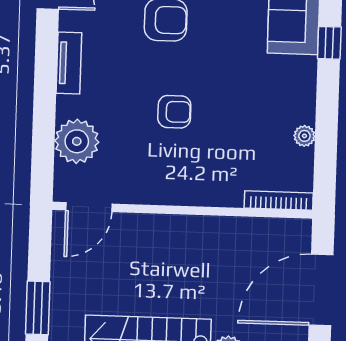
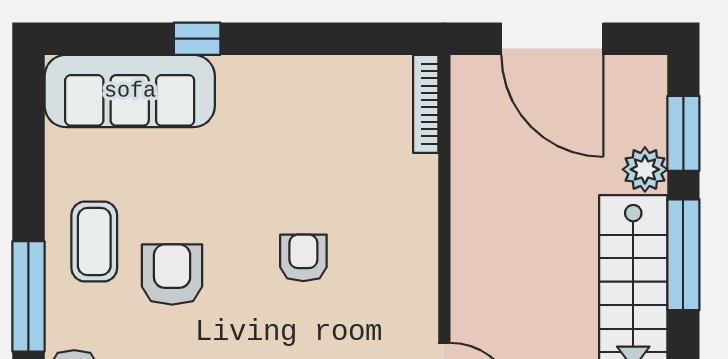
plant: (304, 136) -> (332, 70), removed

